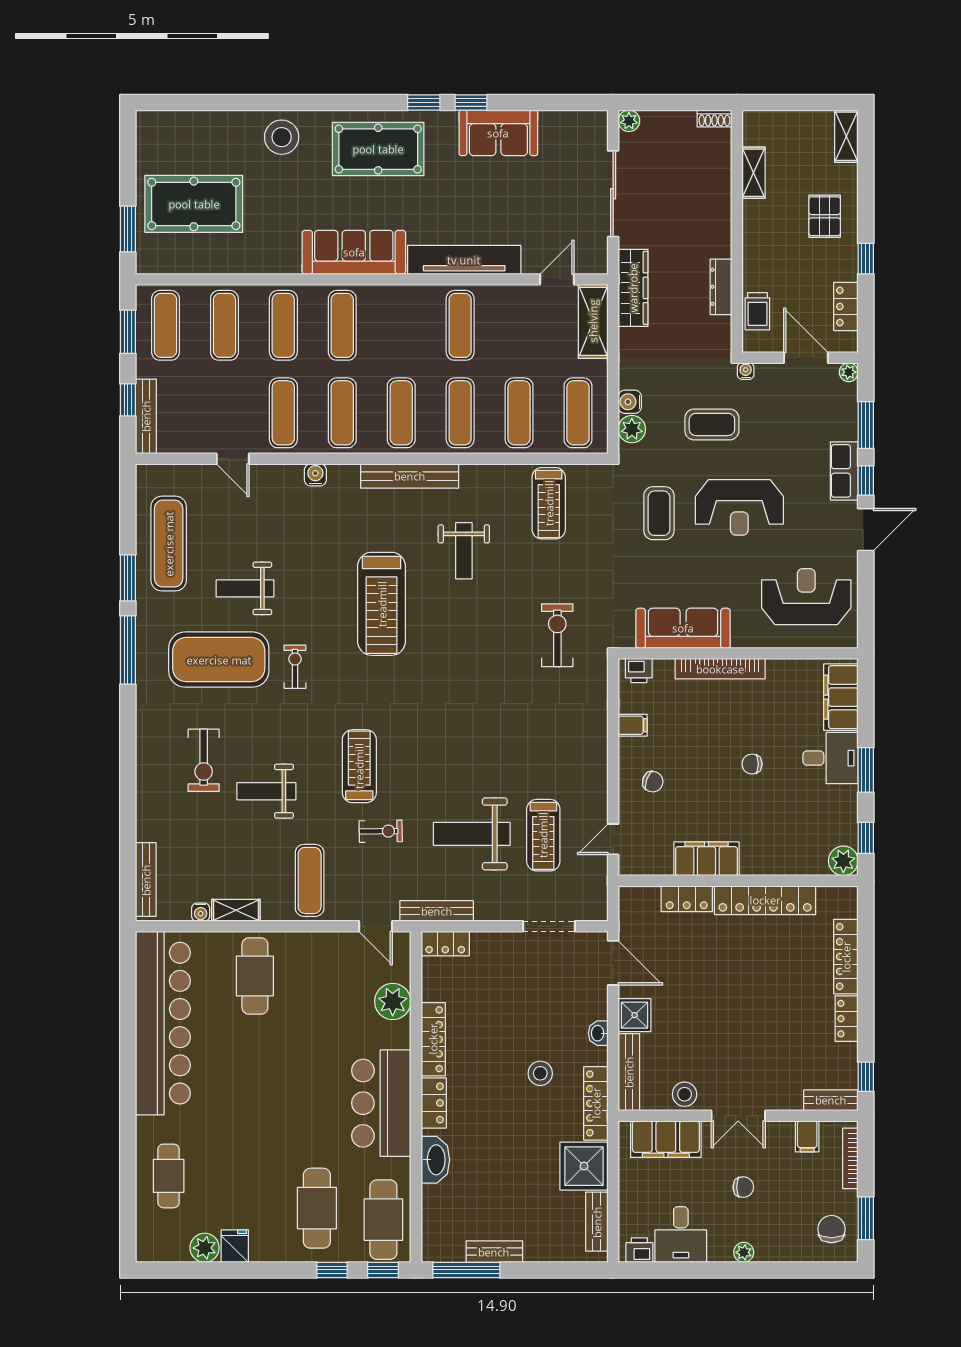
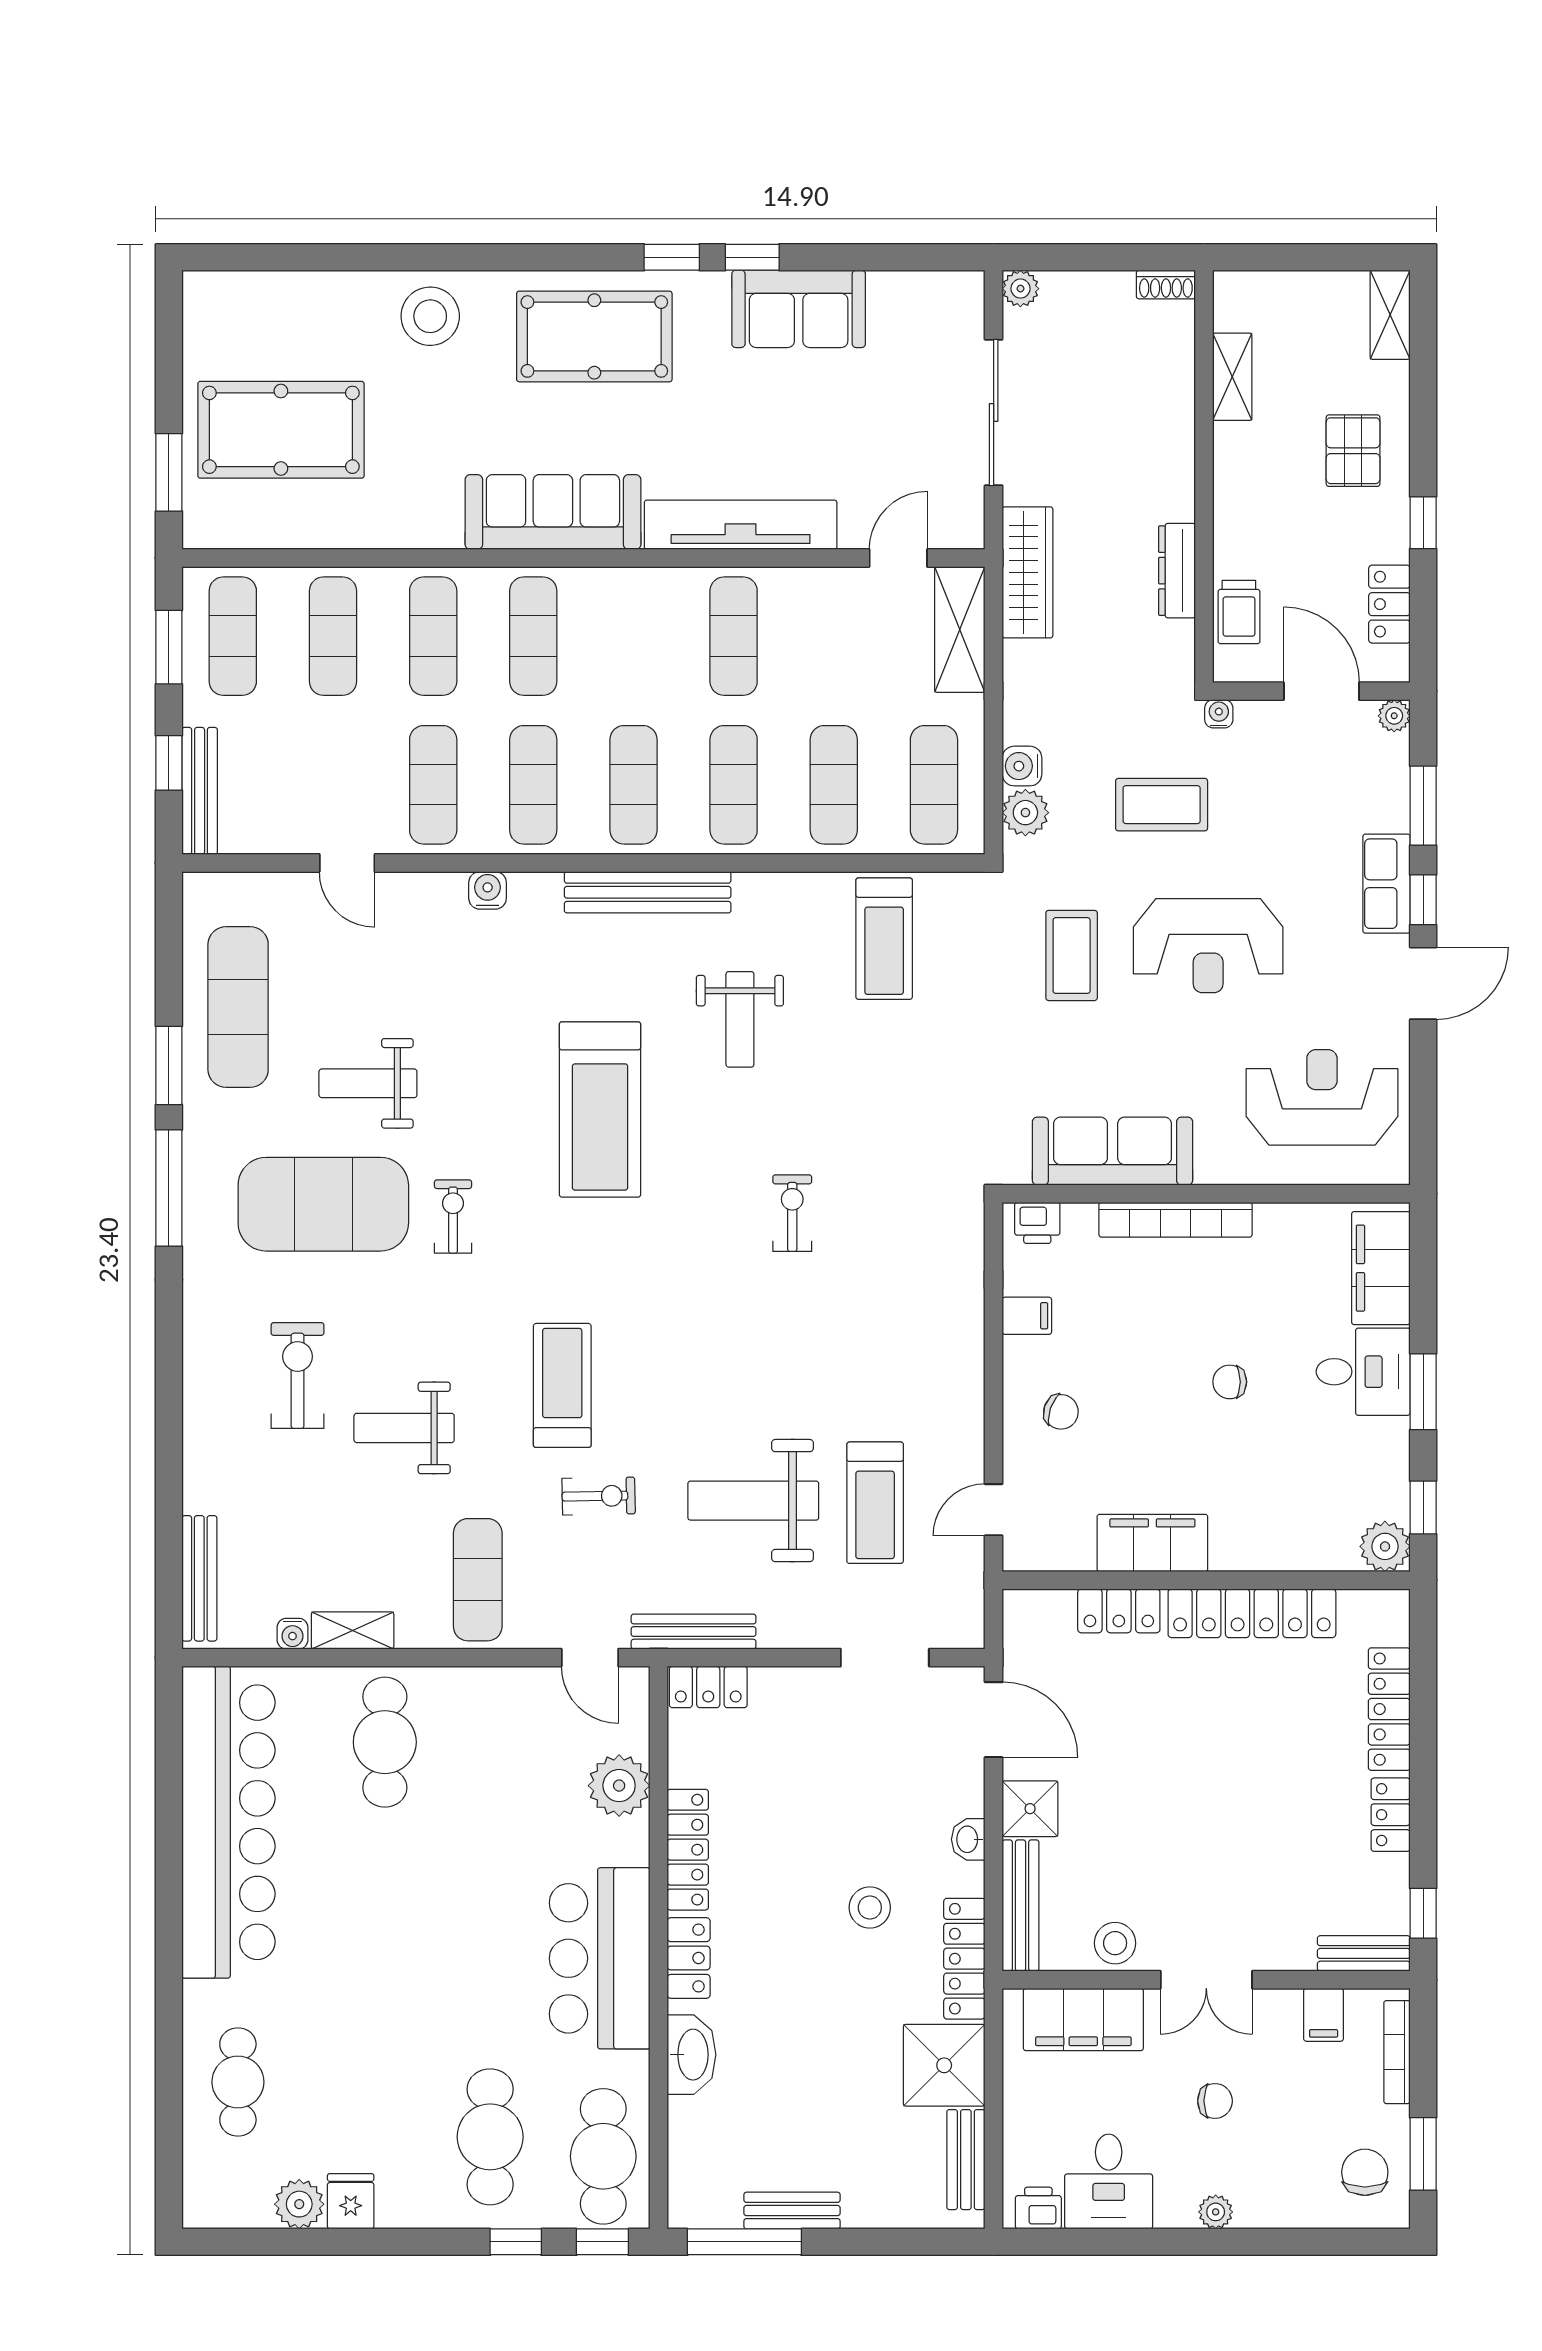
exercise bike: (557, 635) -> (792, 1213), moved, width x0.73, depth x0.72
exercise bike: (204, 760) -> (298, 1376), turned 180

